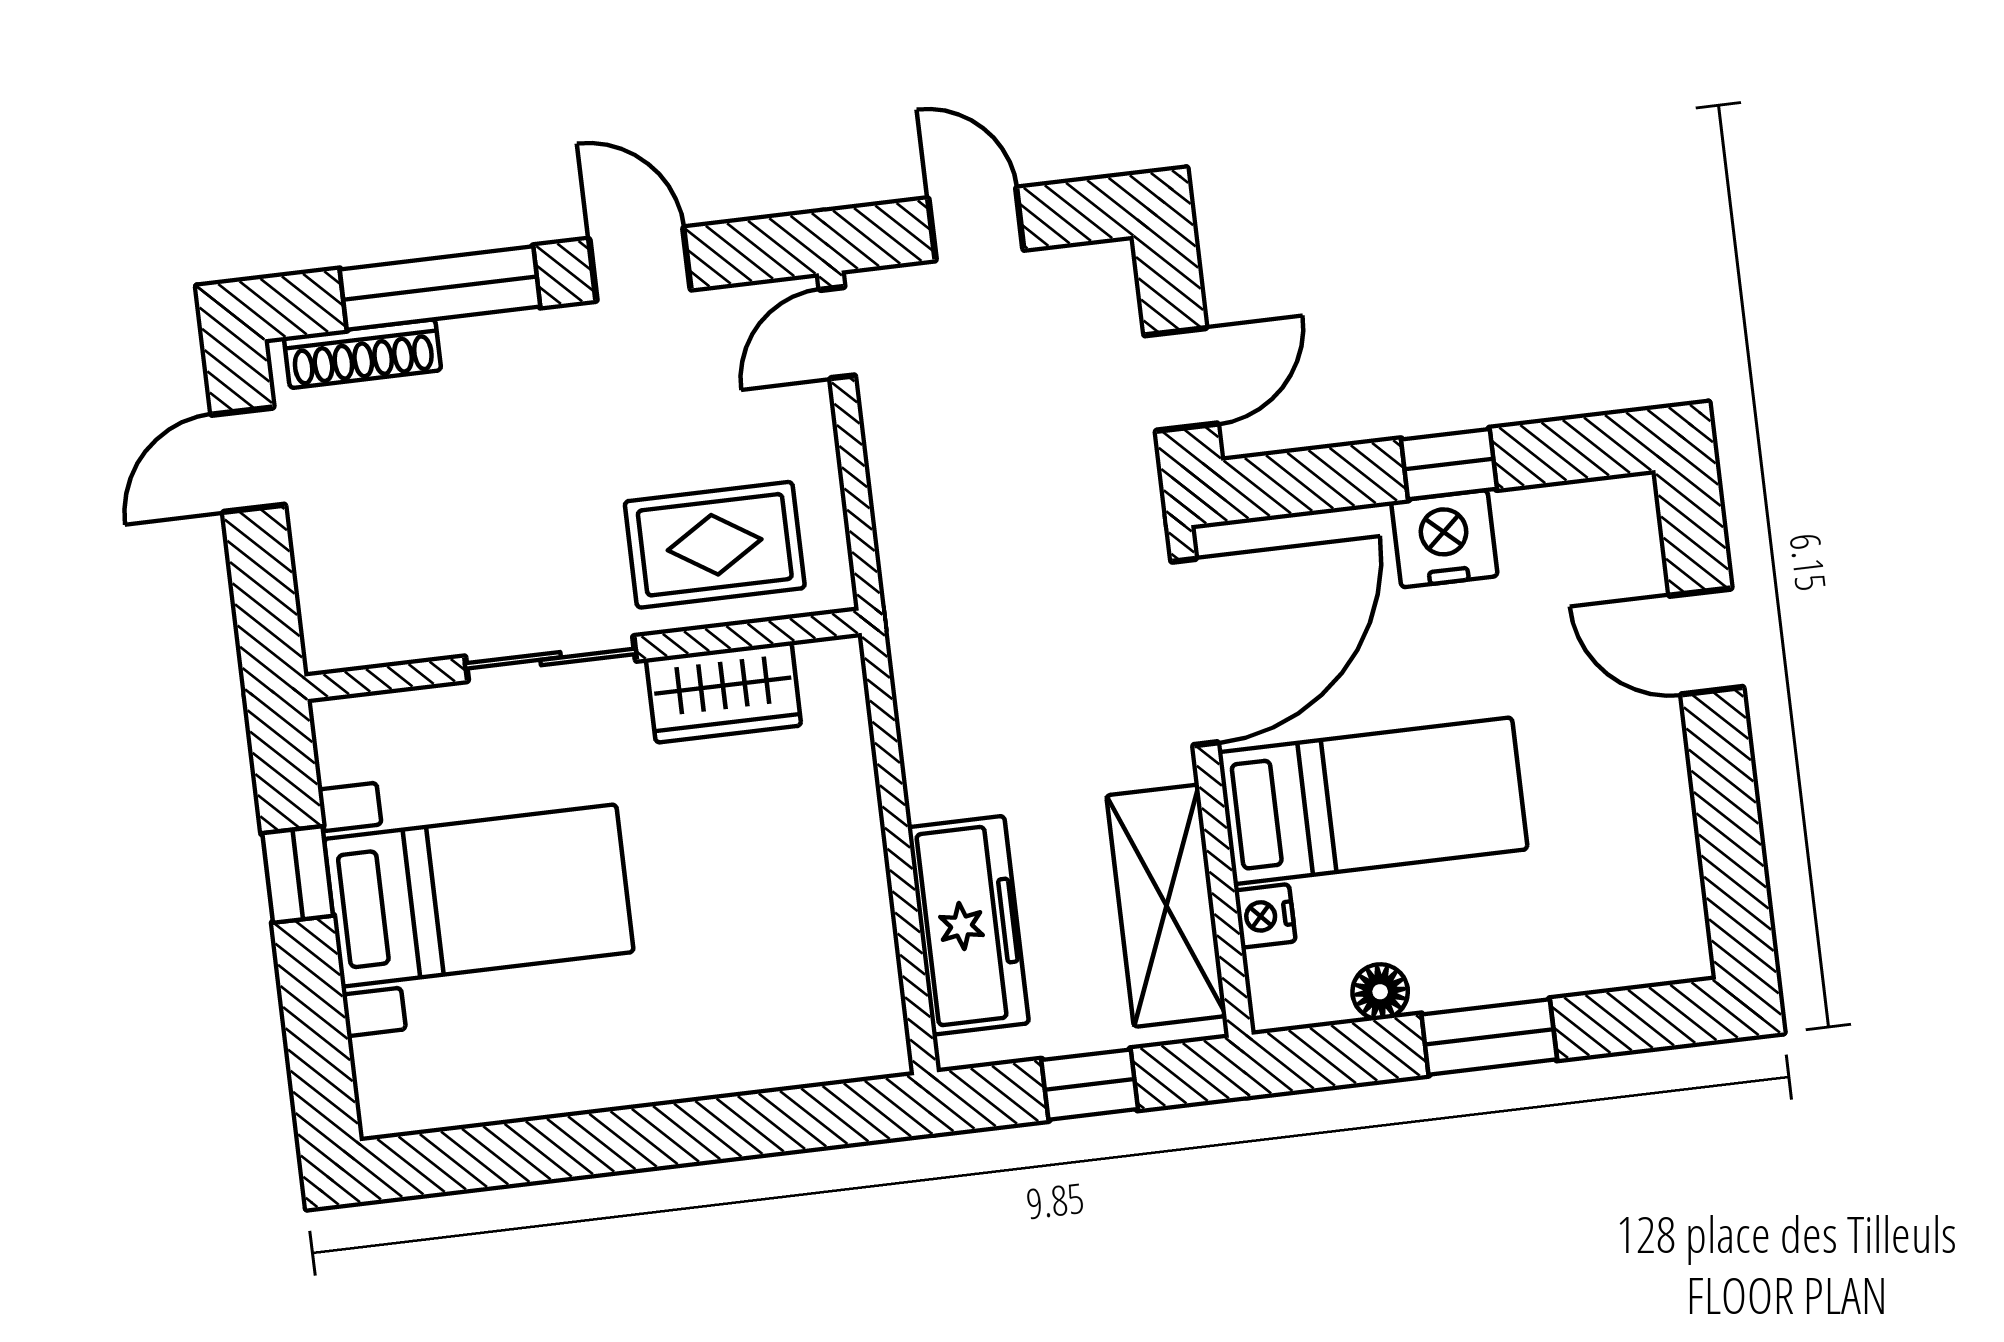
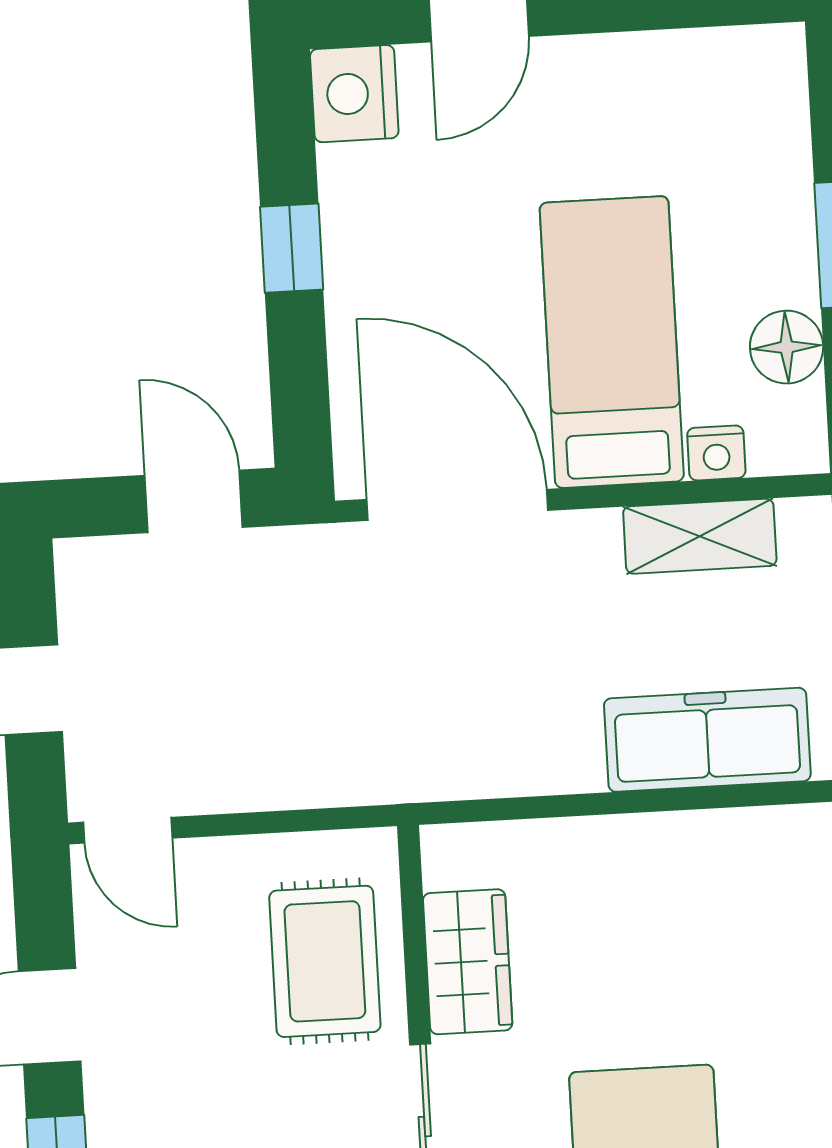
nightstand: (1444, 539) -> (354, 94), moved
shelving: (1166, 906) -> (700, 536), width x0.67, depth x0.75
floor lamp: (1380, 992) -> (787, 347), width x1.37, depth x1.37

